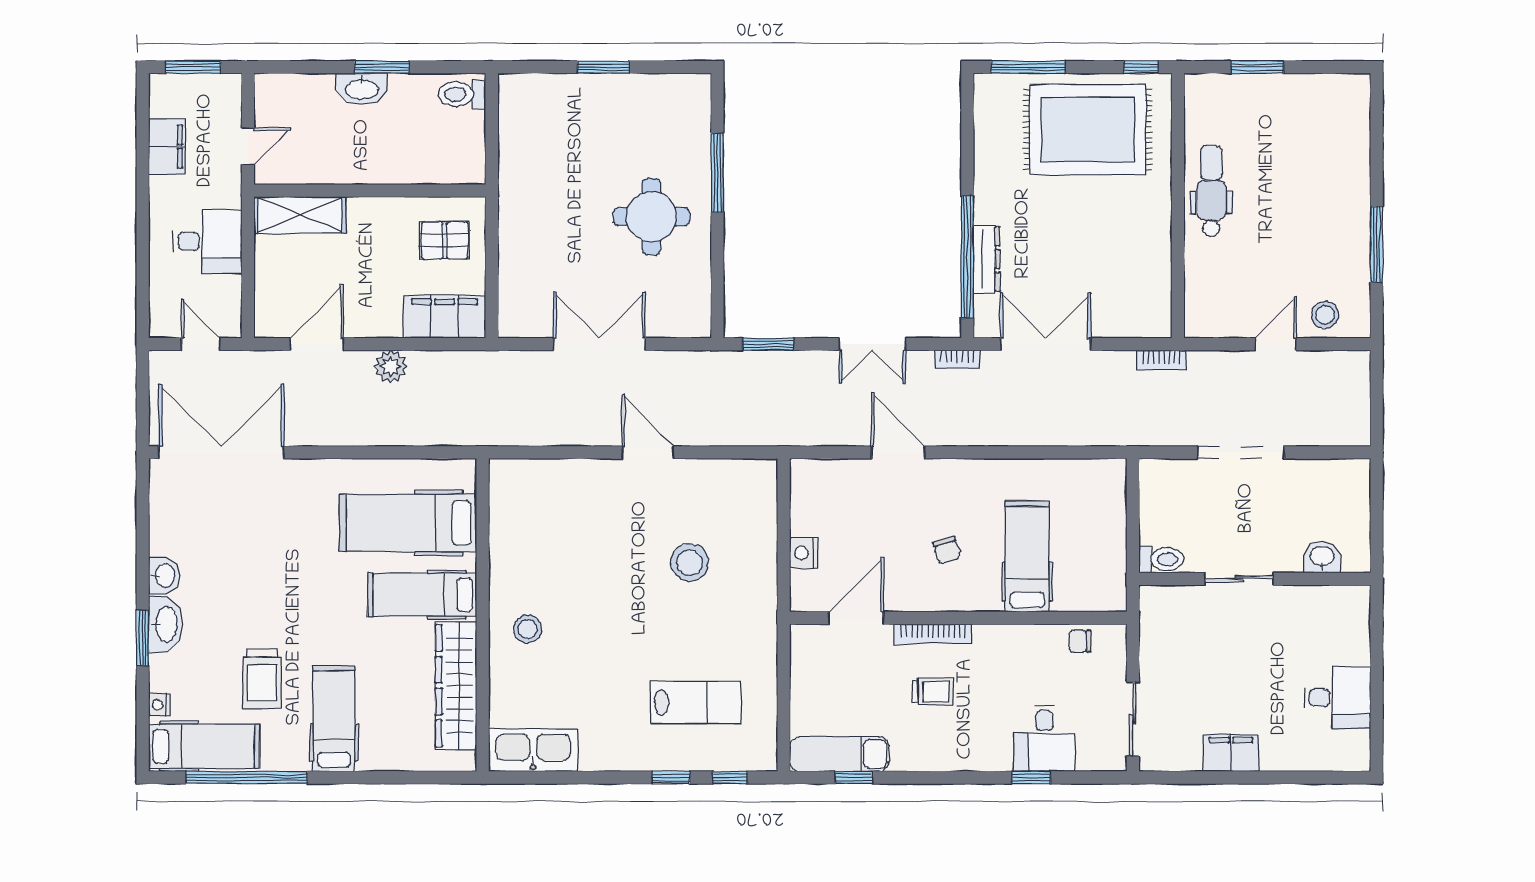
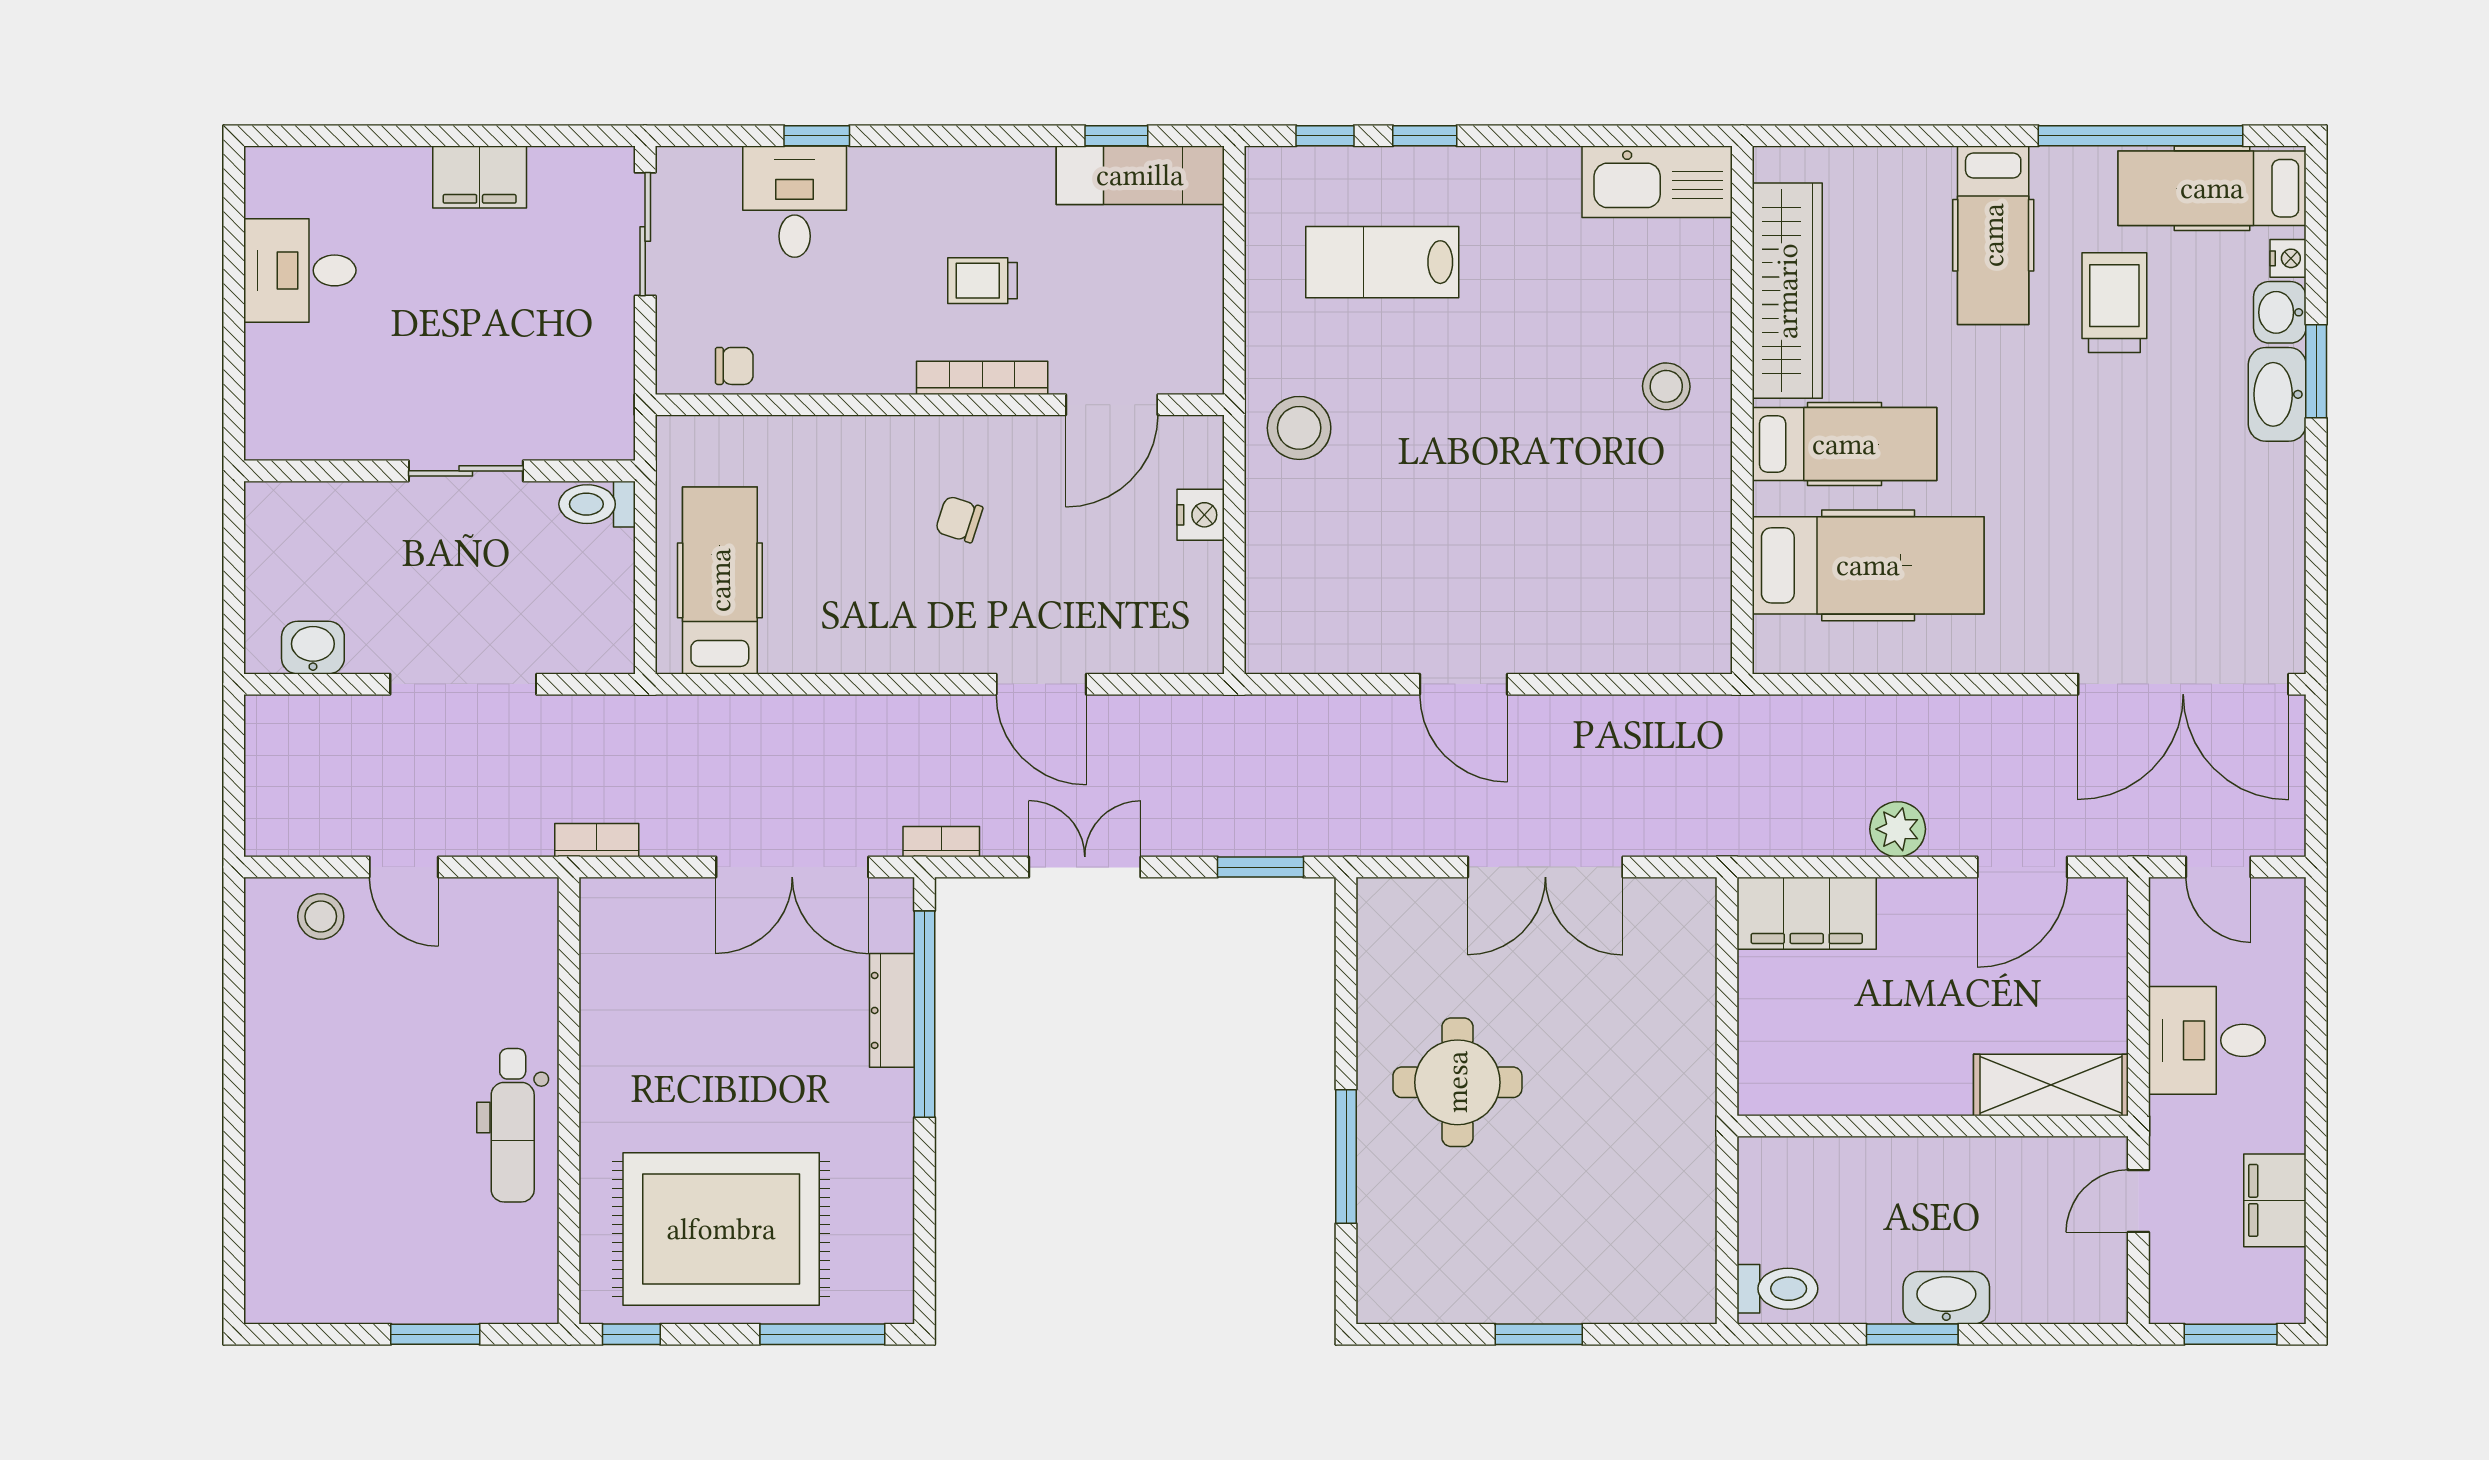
pallet: (445, 240) -> (1806, 1042), removed
window: (1377, 244) -> (234, 1035), removed
door: (1276, 344) -> (404, 867), hinge flipped
chair: (947, 550) -> (959, 519), turned -55
hospital bed: (1027, 556) -> (720, 580), moved, turned 180
washbasin: (1322, 557) -> (313, 648), moved, turned 180
stool: (690, 562) -> (1299, 428), moved
washbasin: (164, 576) -> (2280, 312), moved

